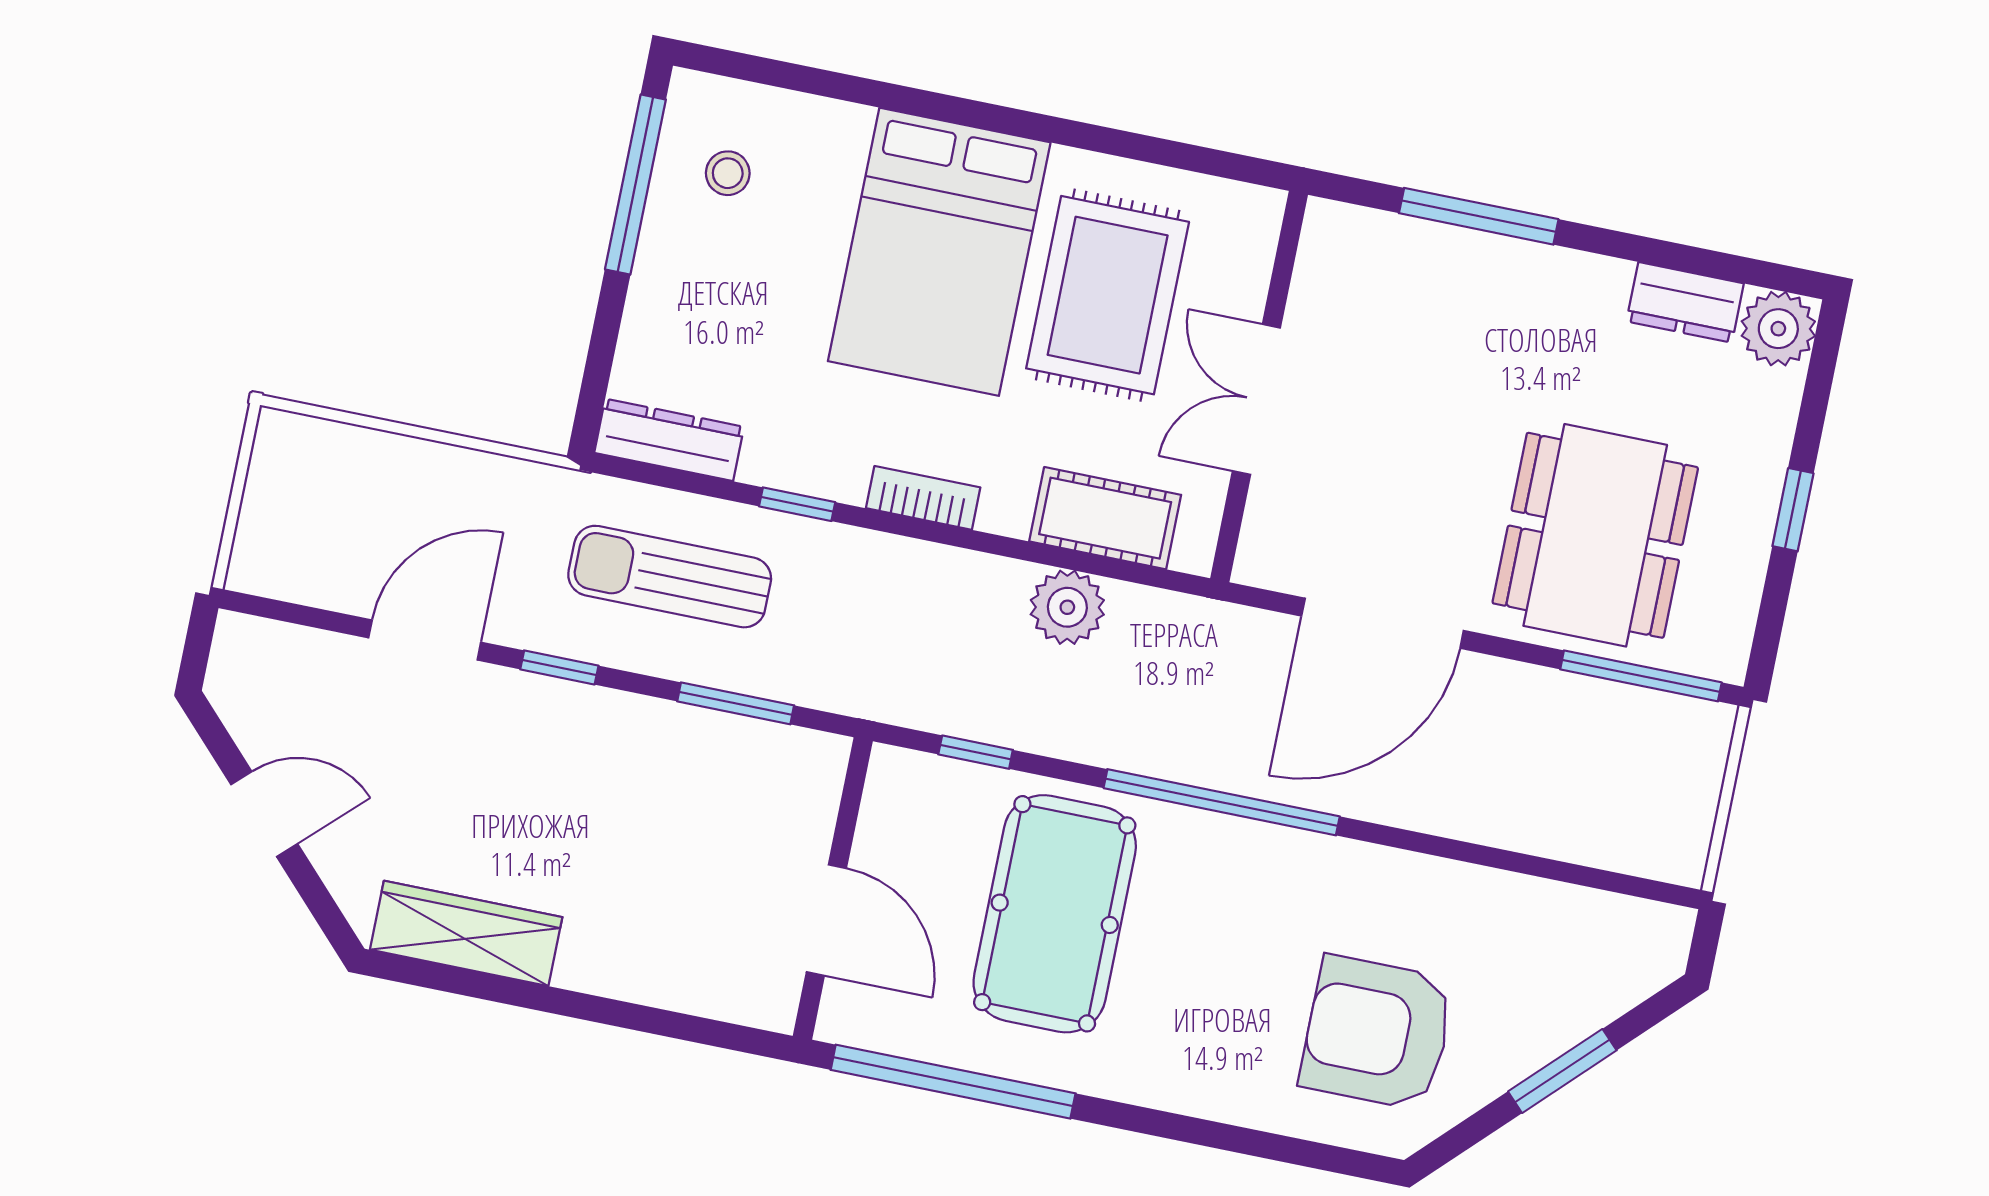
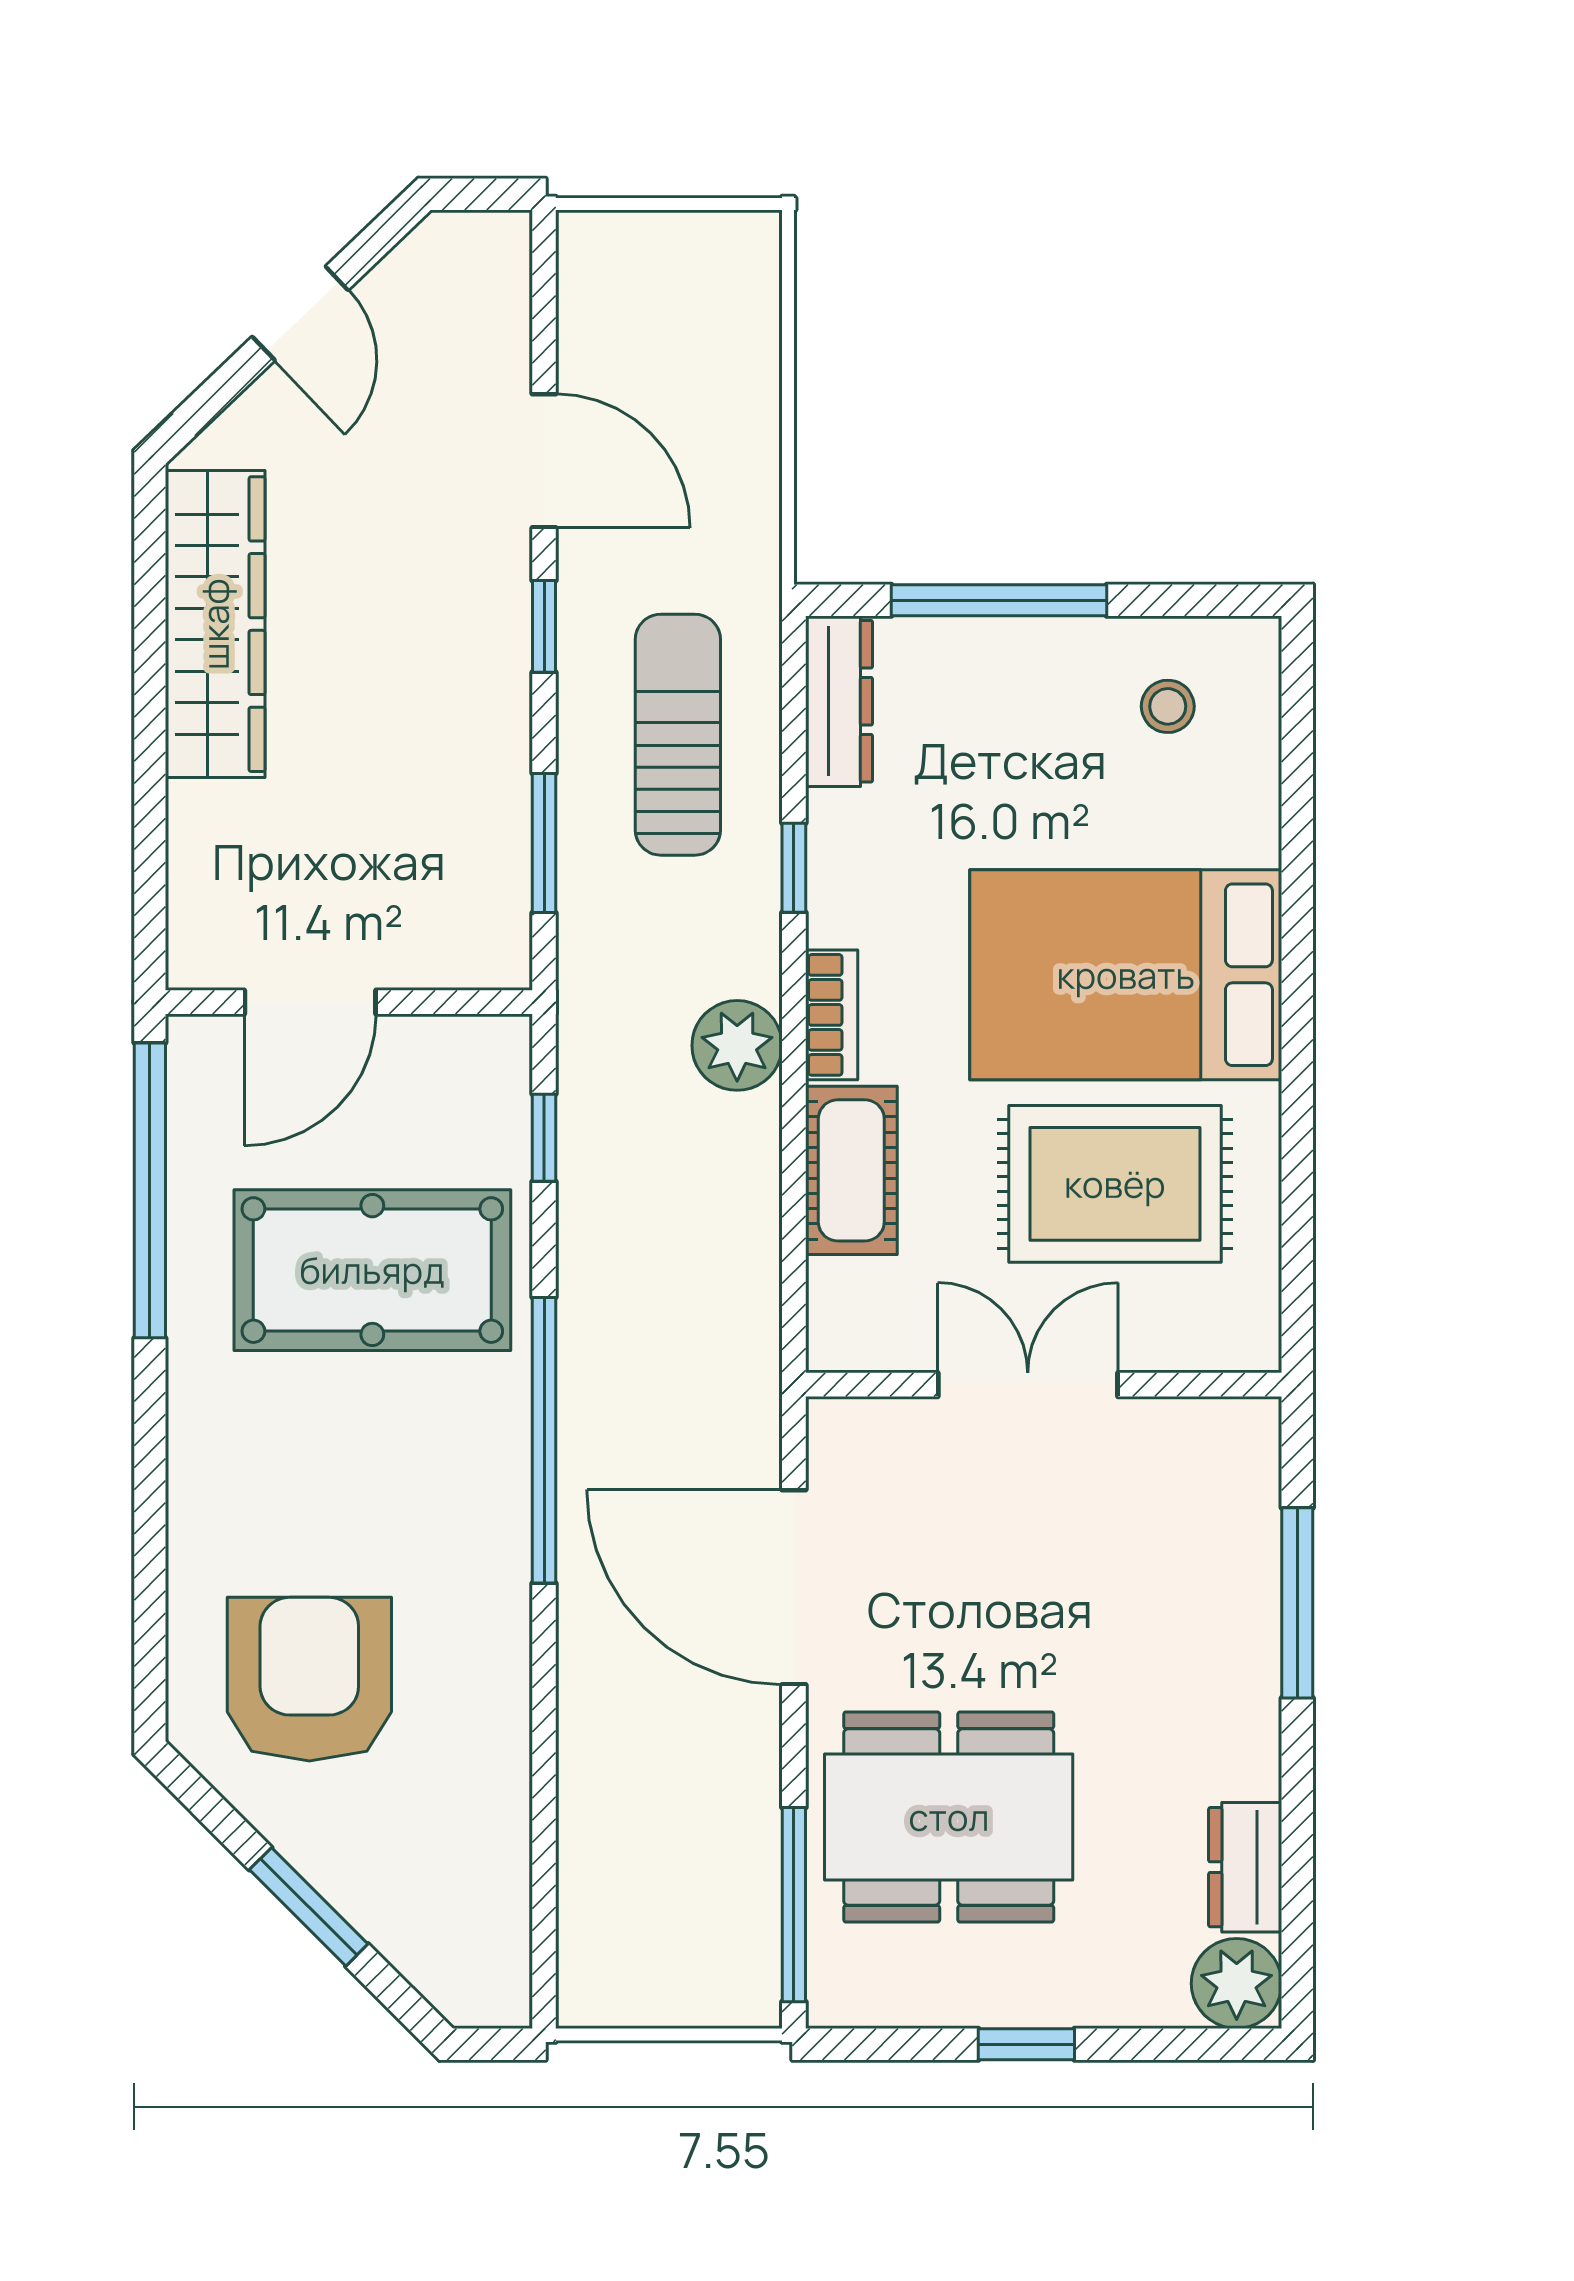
window: (635, 185) -> (999, 600), moved
cot: (1105, 518) -> (851, 1170), moved
plant: (1067, 607) -> (737, 1045), moved
wardrobe: (466, 933) -> (215, 624), width x1.40, depth x1.17

